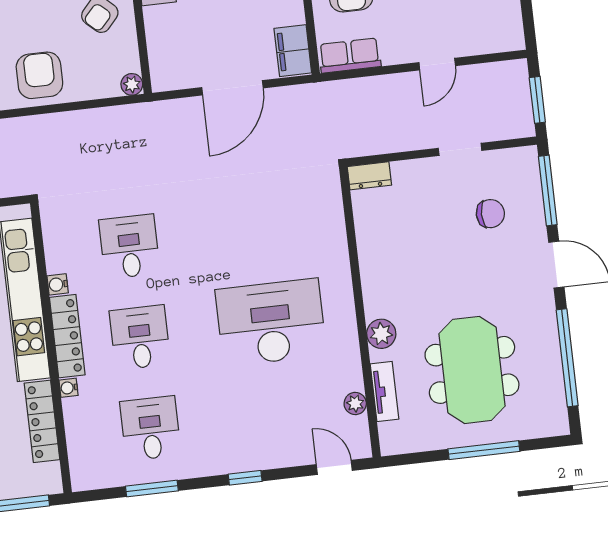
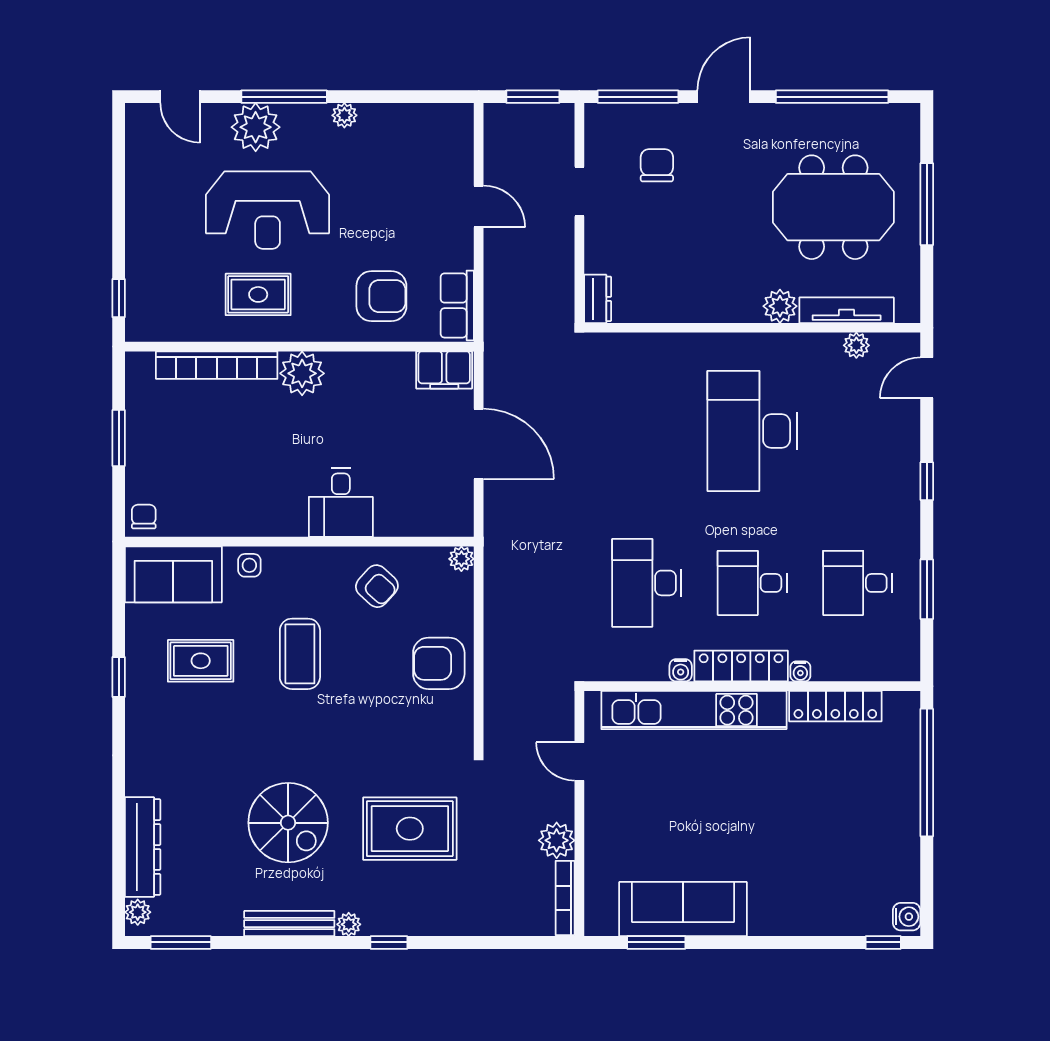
desk: (129, 247) -> (647, 583), width x1.37
tv unit: (384, 392) -> (847, 310), width x1.41

